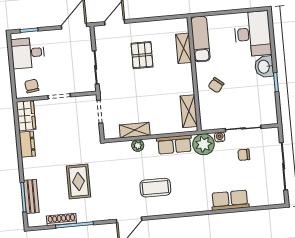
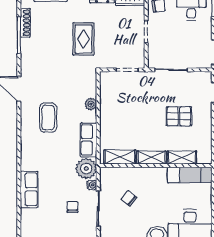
chair: (216, 85) -> (129, 198), moved
shelving: (135, 130) -> (152, 158), moved, turned 90
rug: (79, 181) -> (83, 39), moved, turned 90

